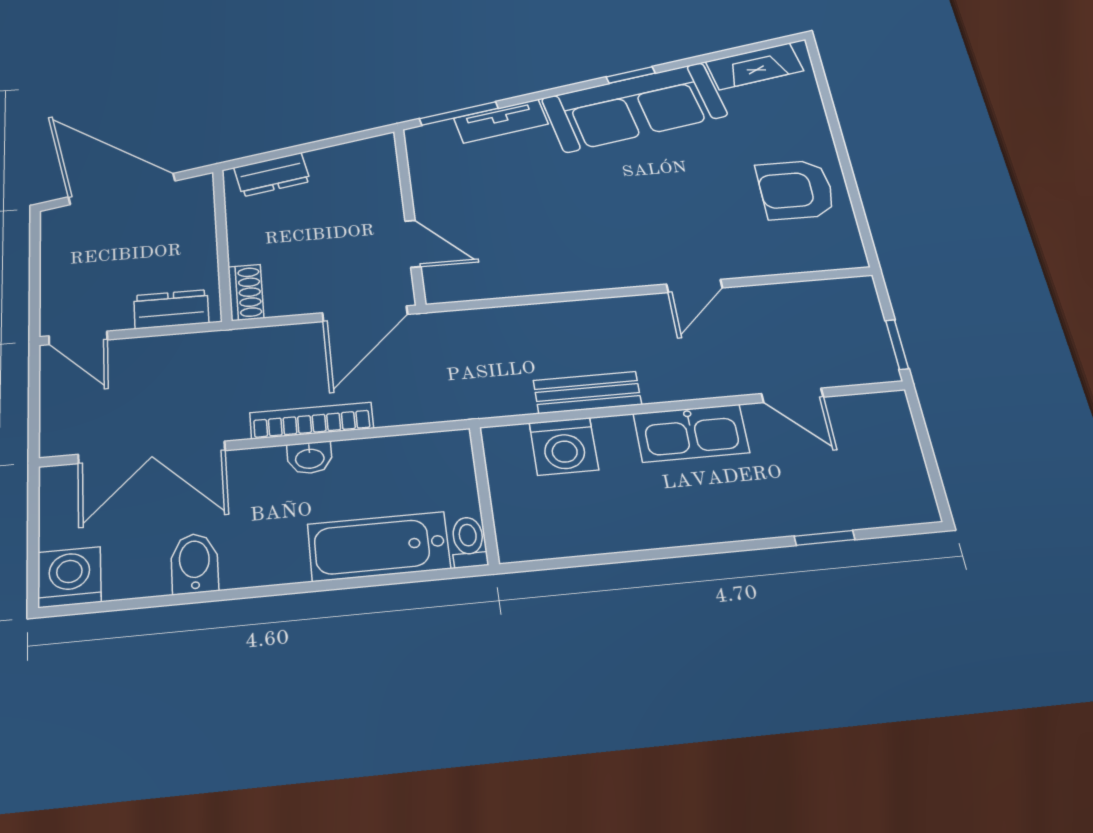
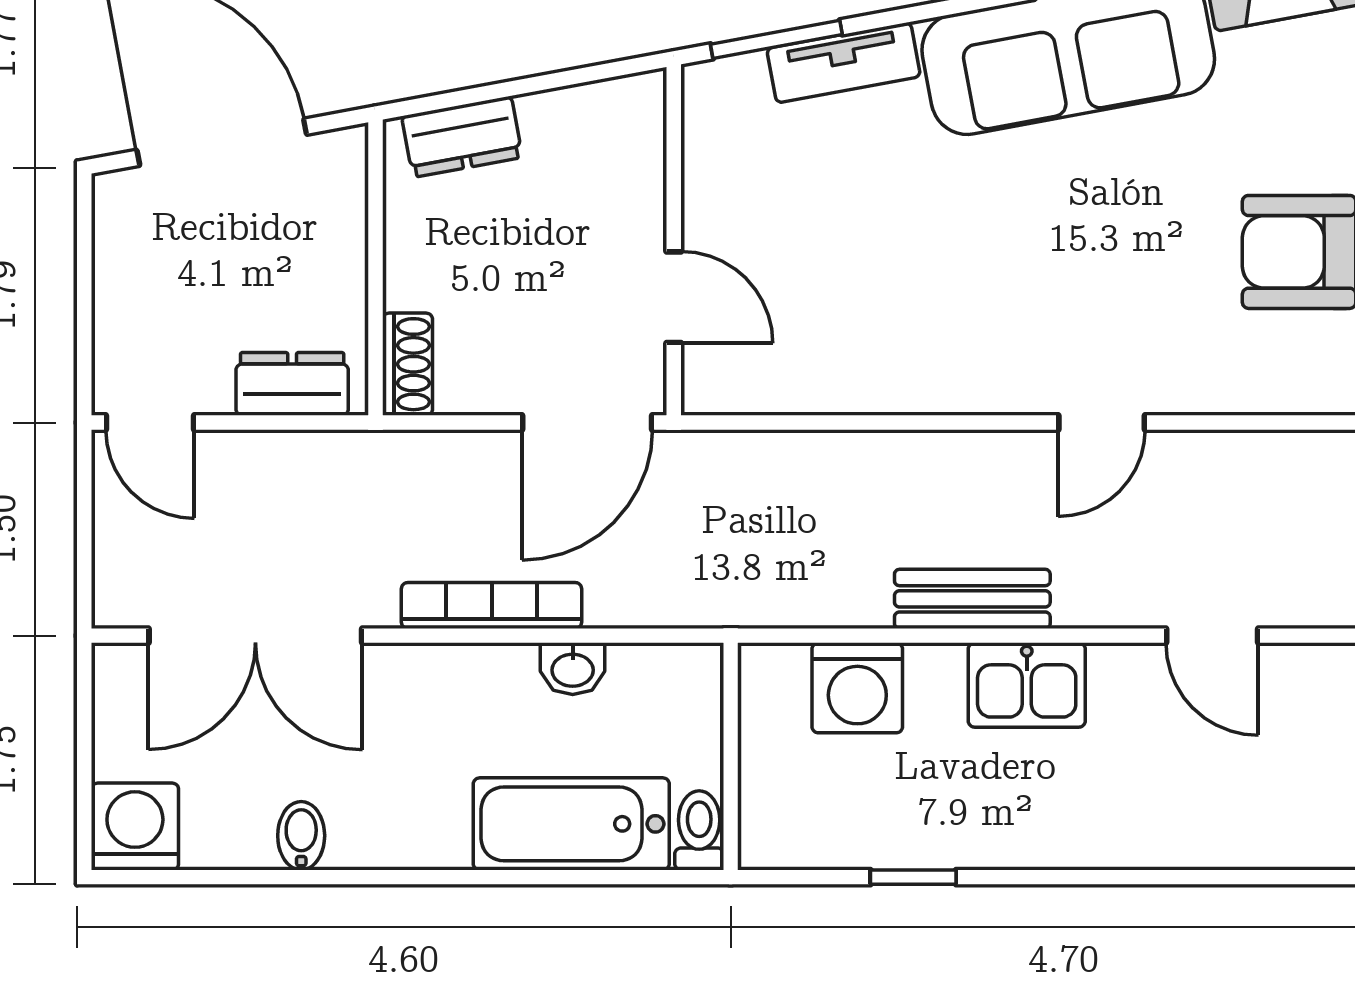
bench: (587, 392) -> (972, 599), moved
kitchen sink: (691, 433) -> (1027, 685), width x0.73
washbasin: (310, 458) -> (573, 669), moved
window: (825, 538) -> (913, 877), moved
bidet: (195, 563) -> (301, 836), width x0.72, depth x0.74

